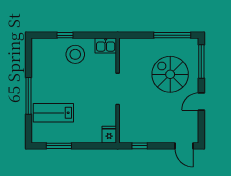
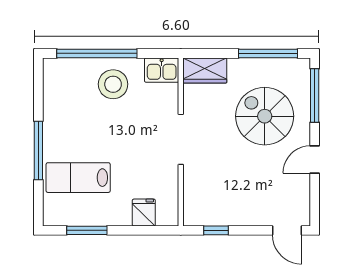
window: (65, 35) -> (97, 53), width x3.17
wardrobe: (133, 46) -> (205, 70), added
fridge: (109, 135) -> (144, 213), moved

